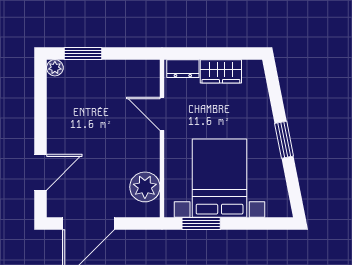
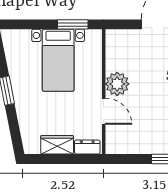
bed with nightstands: (220, 178) -> (58, 60), width x0.73
plant: (145, 187) -> (117, 84), moved

